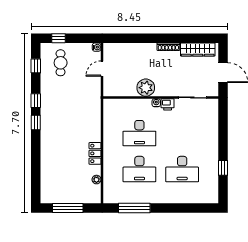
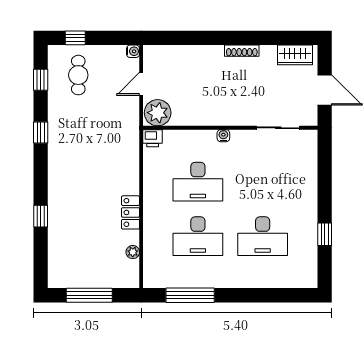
wardrobe: (198, 50) -> (295, 55), width x0.67
plant: (146, 88) -> (158, 113), moved
printer: (168, 104) -> (153, 138), moved
window: (36, 123) -> (41, 216), moved

